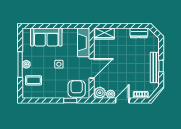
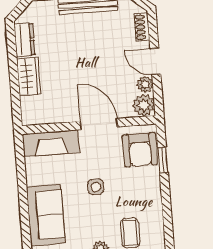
wardrobe: (105, 34) -> (29, 76), moved
armchair: (77, 89) -> (140, 150), turned -90

